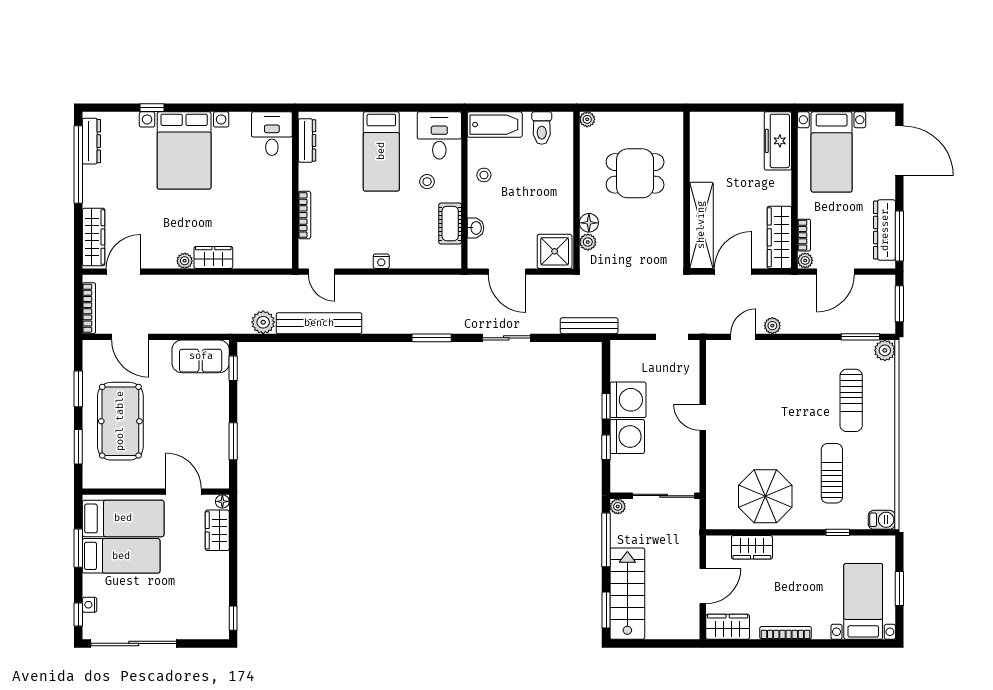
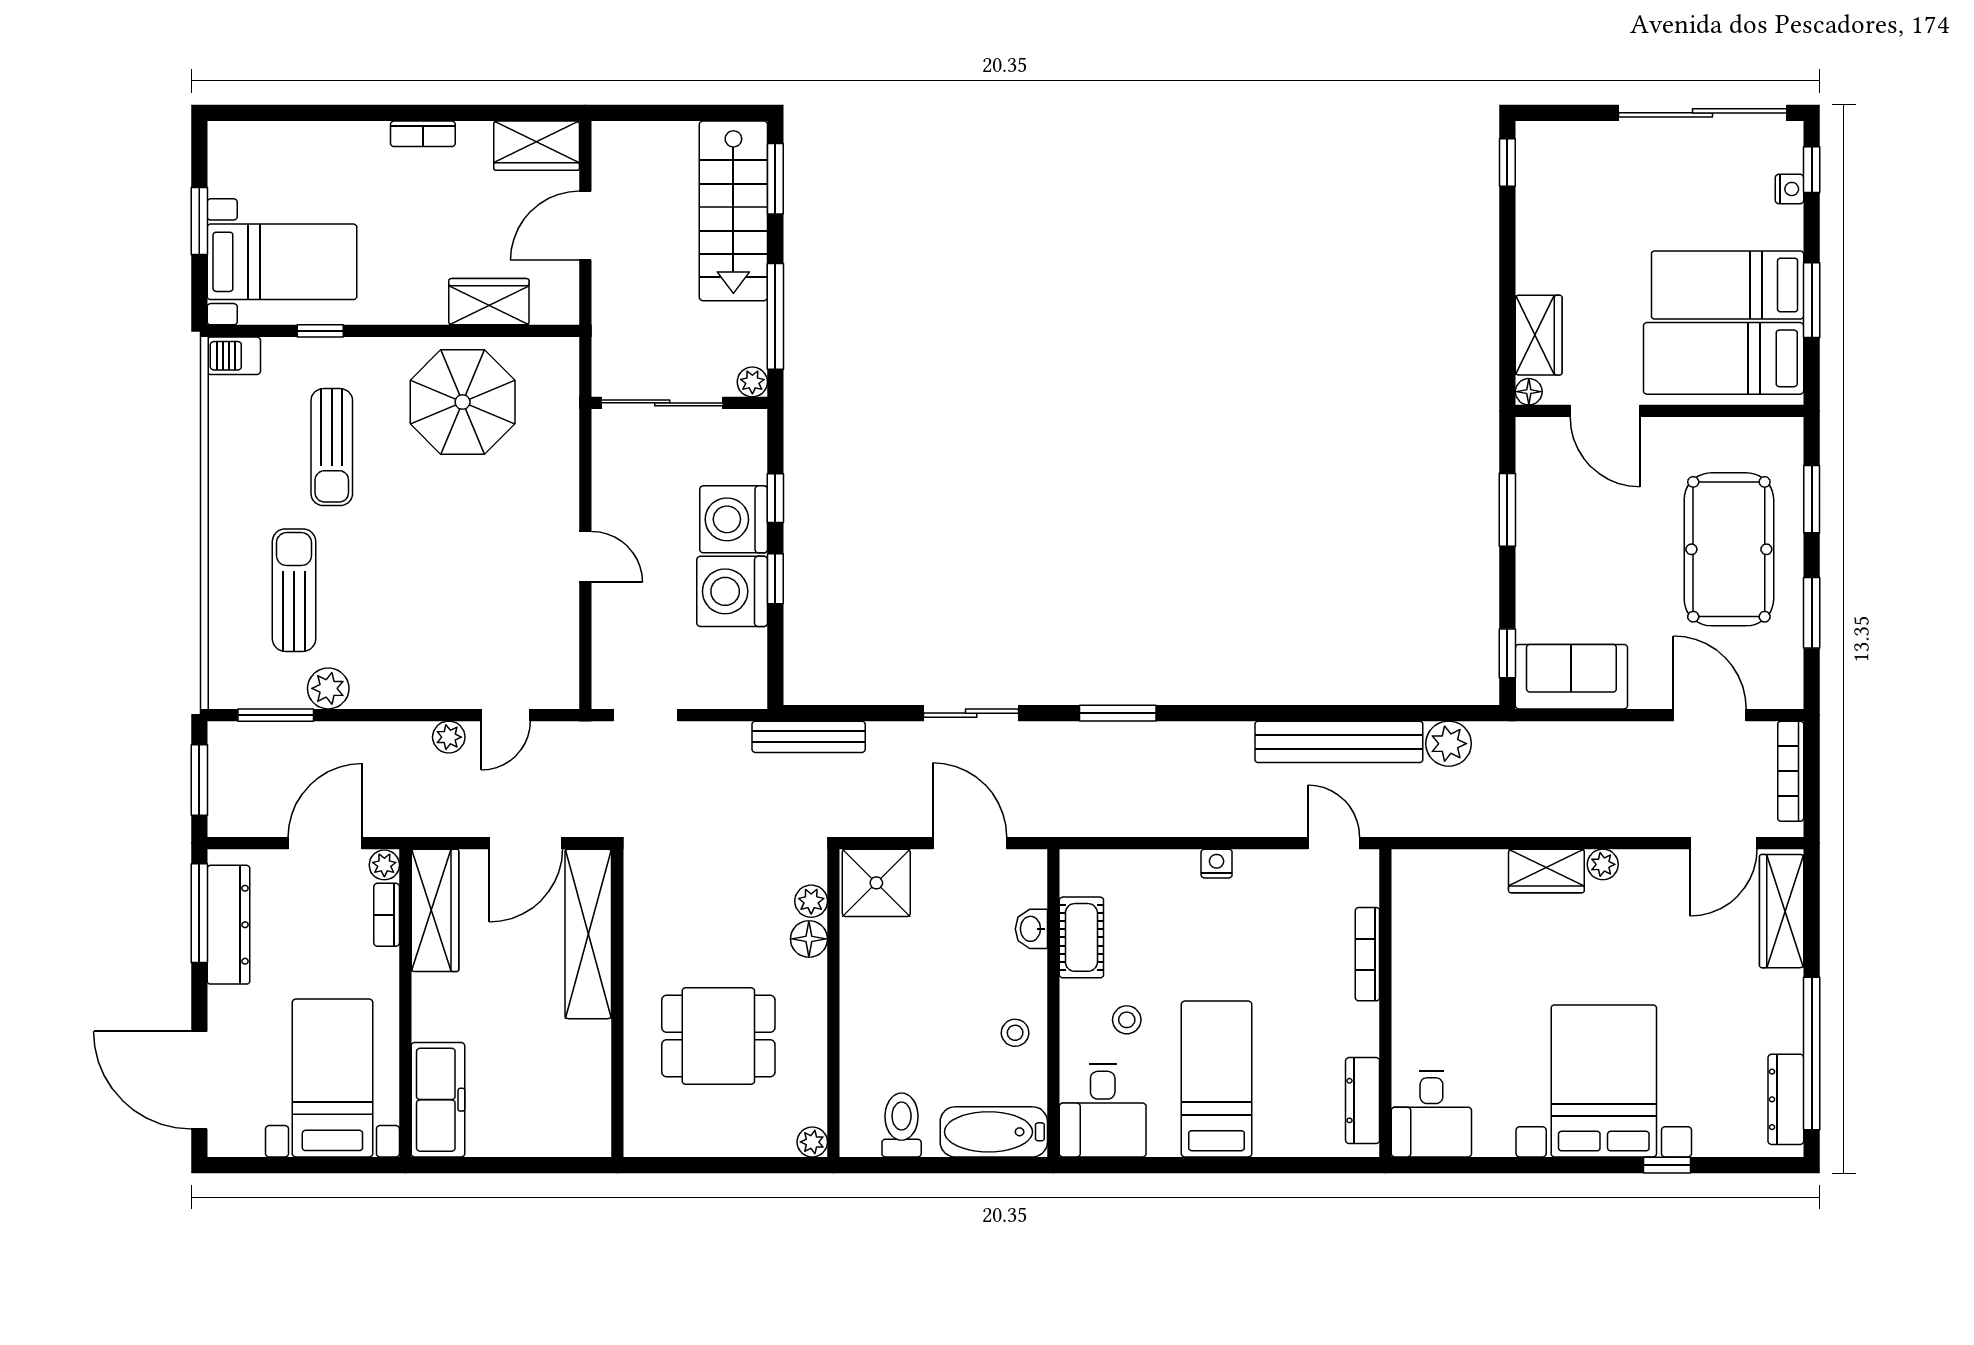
plant: (885, 350) -> (328, 688), moved
bed with nightstands: (863, 601) -> (282, 262), moved, turned -90
bookcase: (786, 633) -> (423, 134), width x0.64

